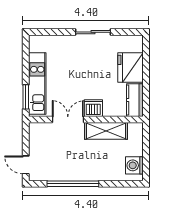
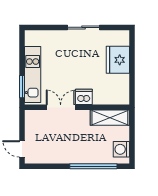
kitchen counter: (135, 100) -> (122, 90), removed
shelving: (106, 131) -> (110, 118), moved
window: (73, 184) -> (93, 166), moved

